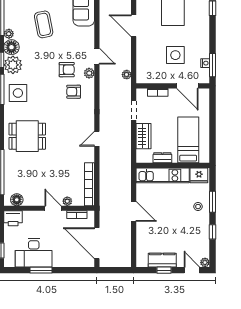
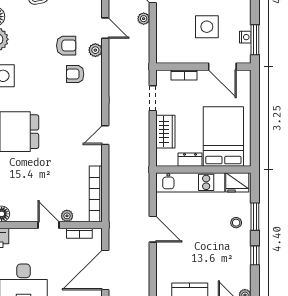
plant: (127, 75) -> (144, 19), moved
bed: (188, 140) -> (223, 137), width x1.50
door: (97, 243) -> (105, 270), hinge flipped

